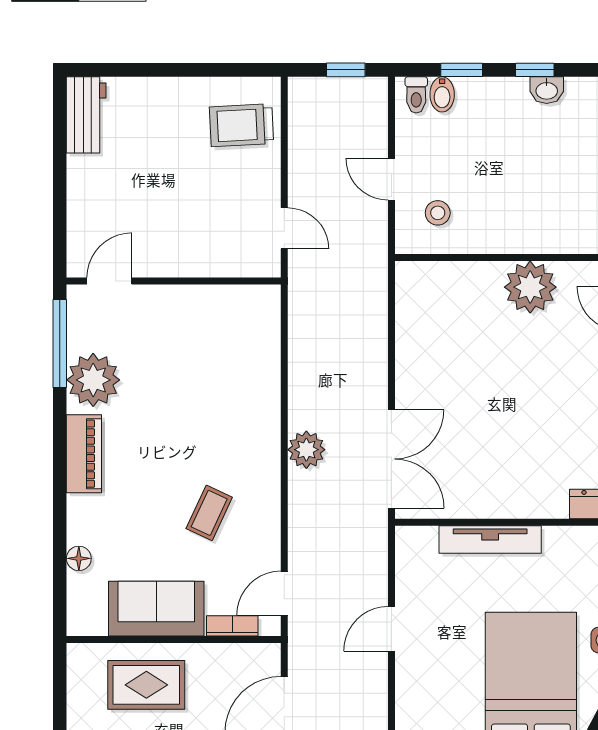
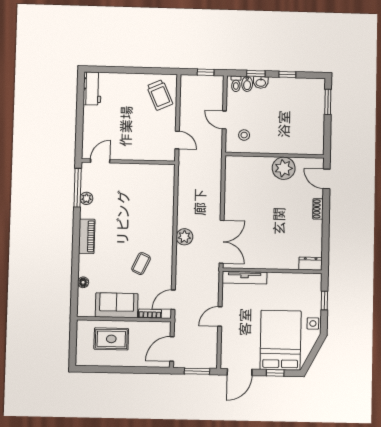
washbasin: (547, 90) -> (261, 82), moved
trolley: (242, 125) -> (160, 95), turned -111
plant: (93, 380) -> (86, 198), width x0.53, depth x0.53
tv unit: (490, 539) -> (245, 278), moved

